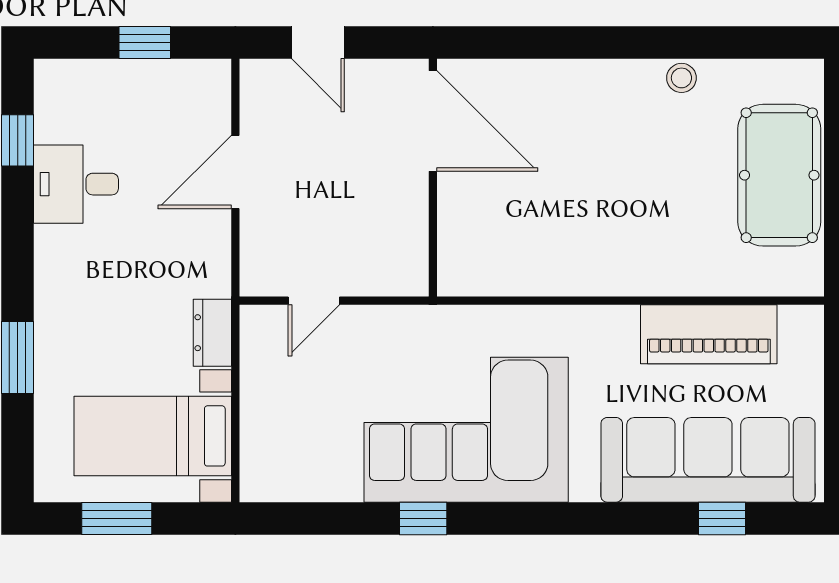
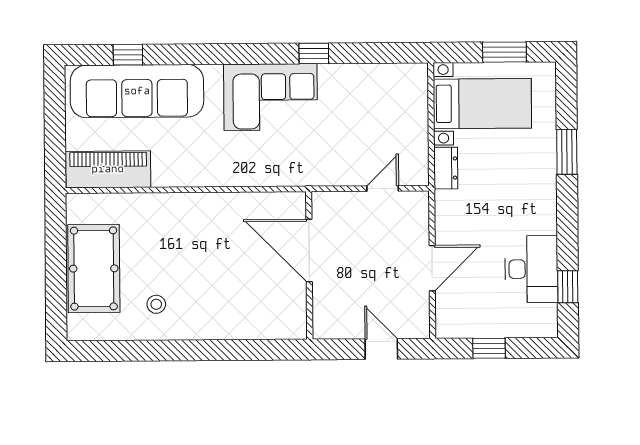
stool: (681, 78) -> (156, 304), moved
door: (433, 121) -> (309, 251), moved
desk: (76, 184) -> (531, 269), width x1.37
piano: (709, 334) -> (108, 169), moved
corner sofa: (466, 430) -> (271, 97), width x0.73, depth x0.74

